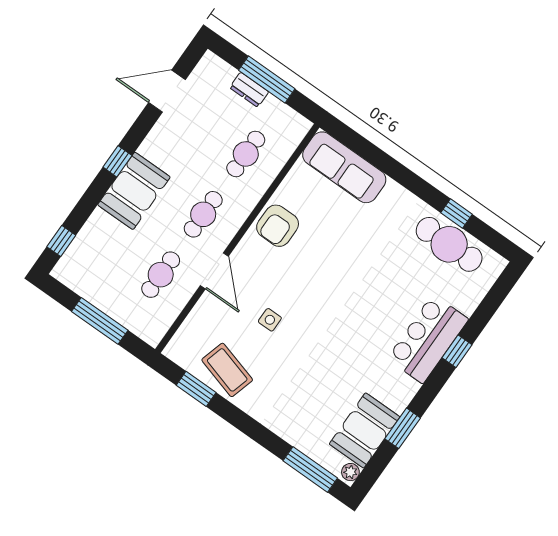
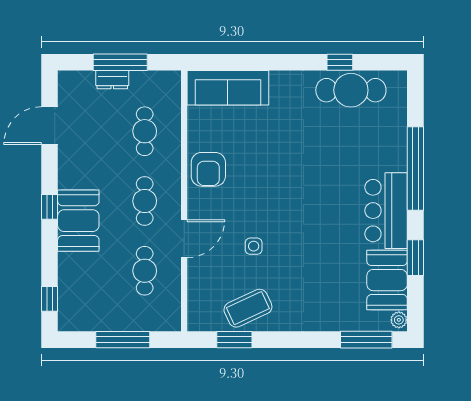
door: (214, 271) -> (184, 239), hinge flipped
bar counter: (428, 339) -> (386, 211), moved
window: (457, 351) -> (415, 168), width x3.17
coffee table: (227, 370) -> (248, 308), turned -41

